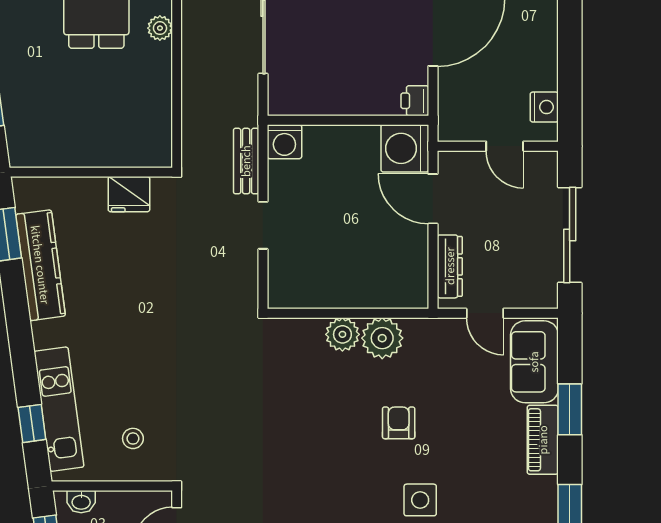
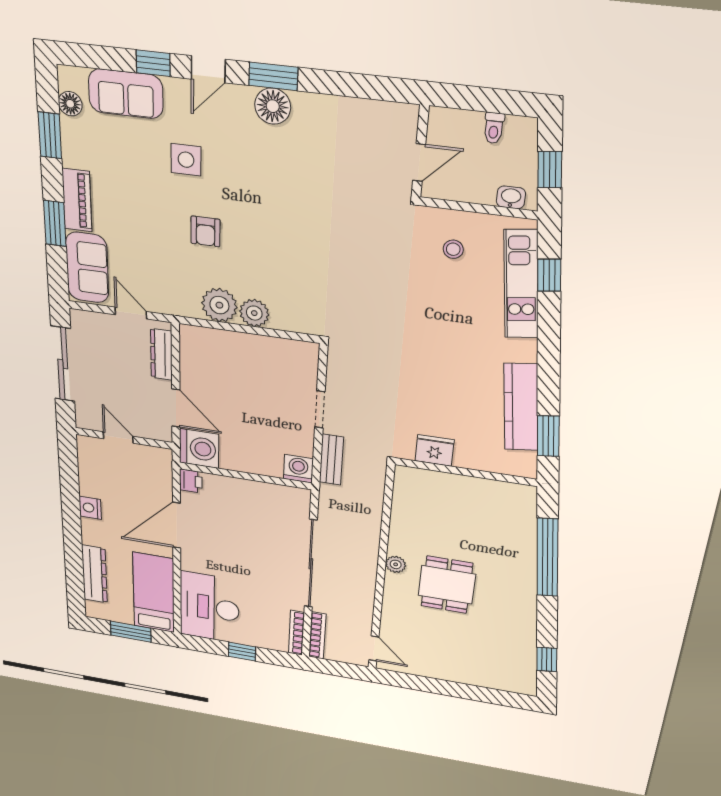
nightstand: (544, 107) -> (90, 508), moved

